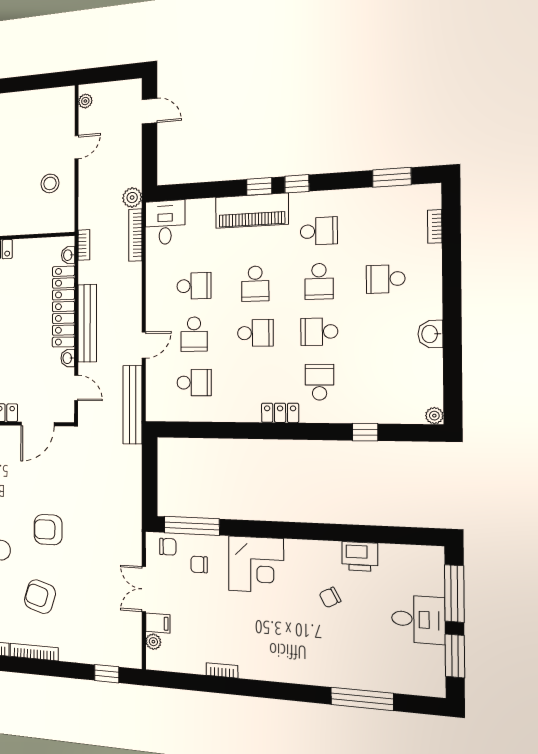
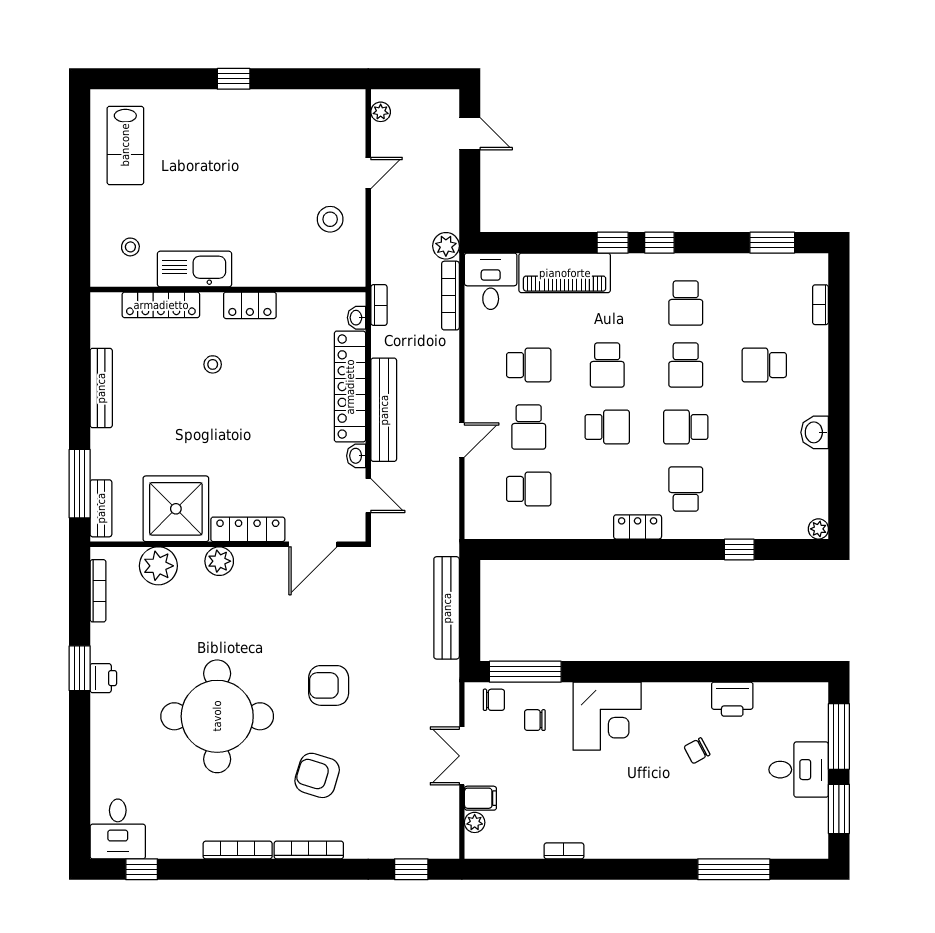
piano: (252, 211) -> (565, 273), moved
school desk: (319, 231) -> (686, 303), turned 90
bench: (132, 405) -> (447, 608), moved

